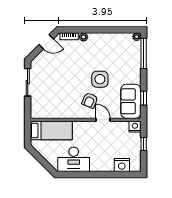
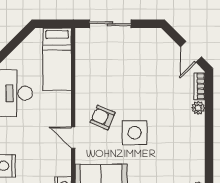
sliding door: (28, 82) -> (110, 24), moved
door: (103, 120) -> (73, 138), swing flipped

